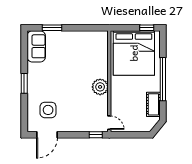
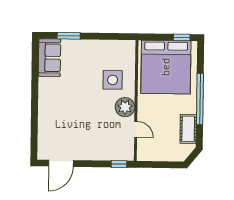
window: (24, 83) -> (35, 102), removed
side table: (48, 110) -> (113, 80), moved
door: (109, 123) -> (136, 129), moved

